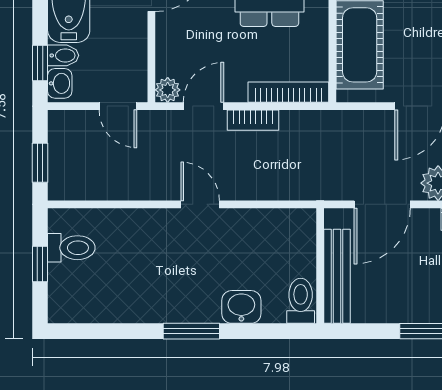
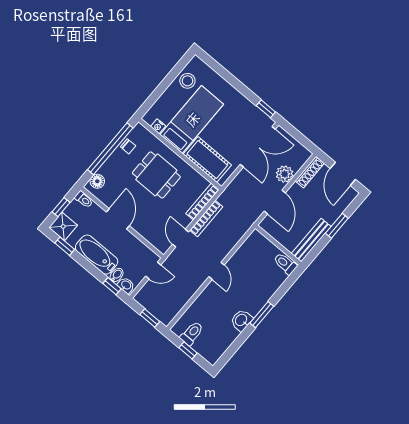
plant: (168, 90) -> (163, 247), removed
bookcase: (253, 120) -> (206, 218), width x1.56
door: (200, 204) -> (217, 271), swing flipped
bench: (337, 276) -> (311, 240), moved, turned 90
washbasin: (241, 307) -> (241, 320), moved

